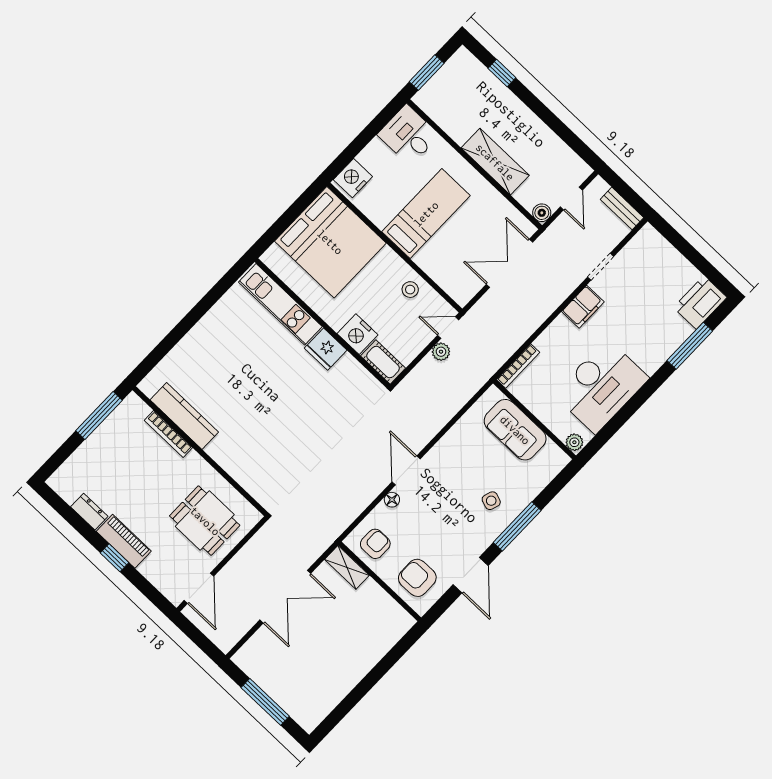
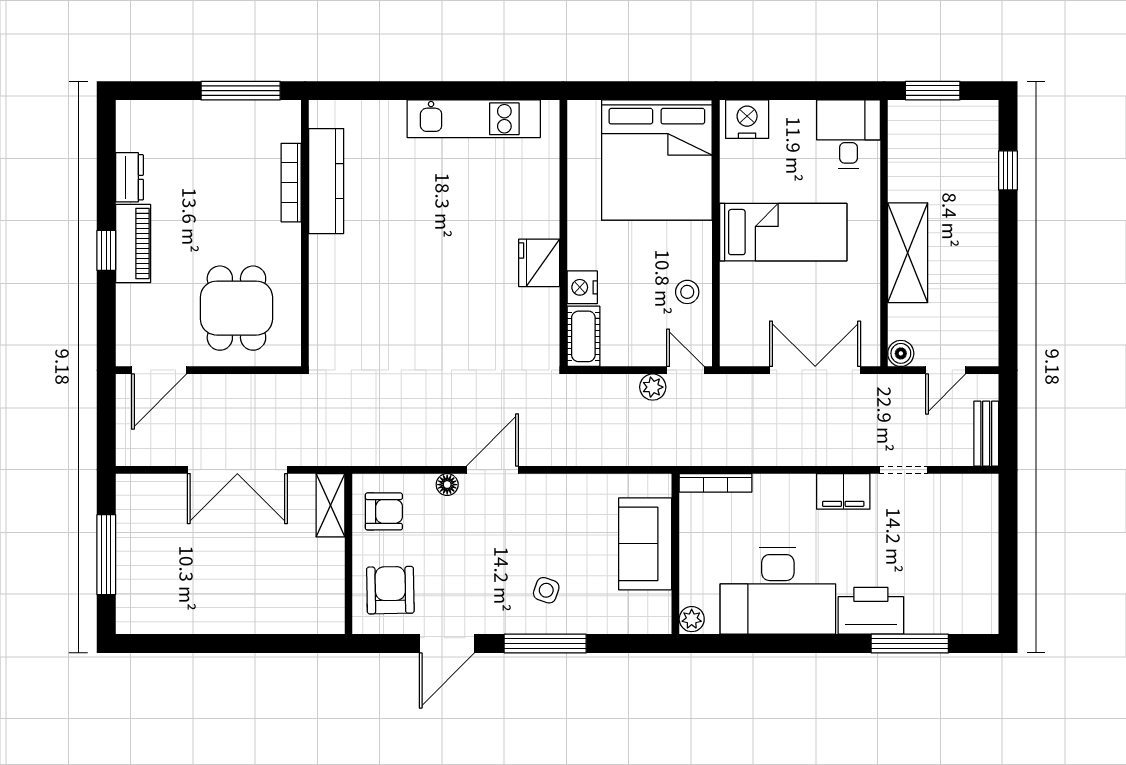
printer: (700, 302) -> (871, 611), moved
kitchen unit: (280, 304) -> (474, 119), moved, turned -90
nightstand: (358, 334) -> (582, 287), width x0.74, depth x0.75

